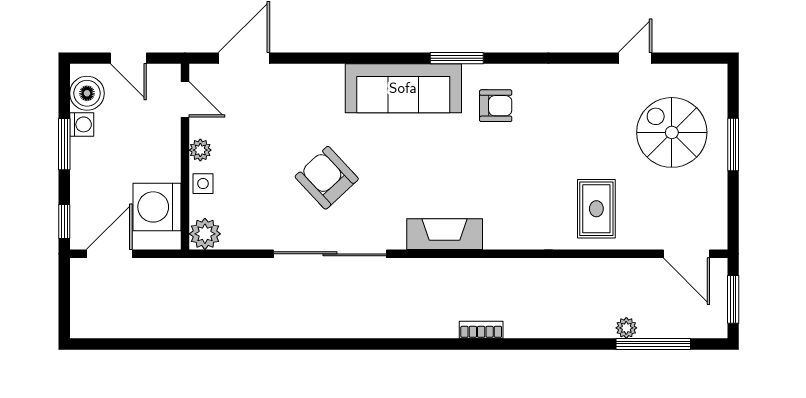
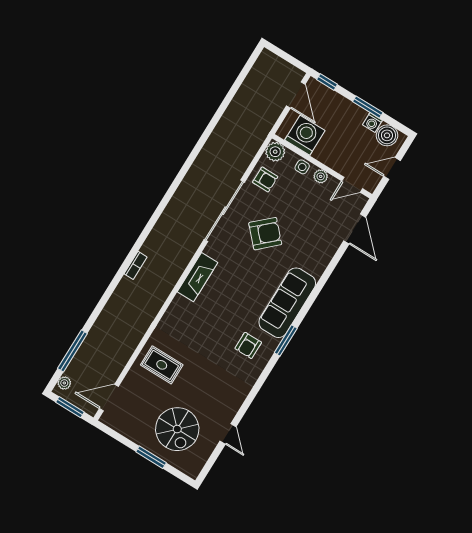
spiral stairs: (672, 132) -> (177, 429), turned 90
armchair: (252, 224) -> (265, 179), added
plant: (626, 328) -> (64, 383), moved

